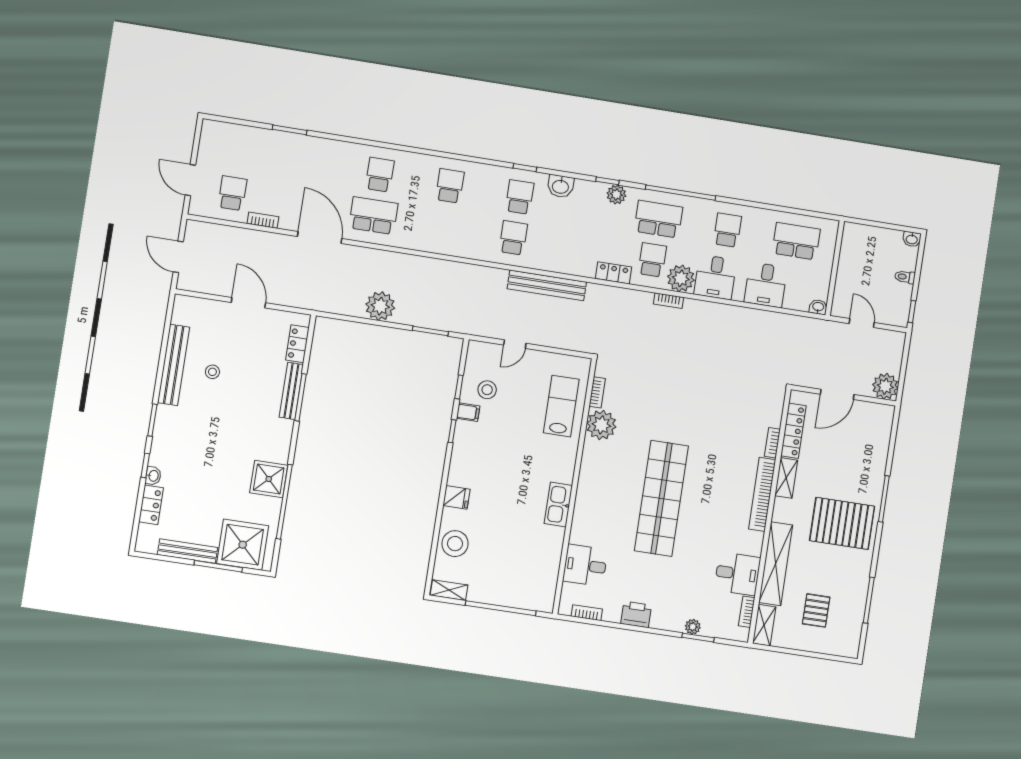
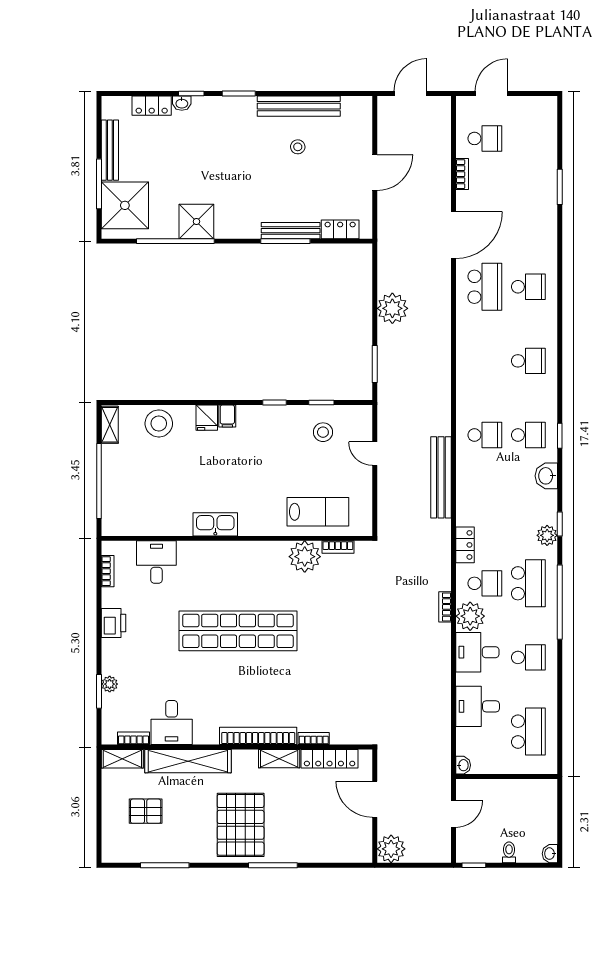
filing cabinet: (468, 412) -> (227, 416), moved

